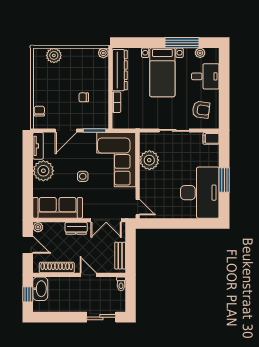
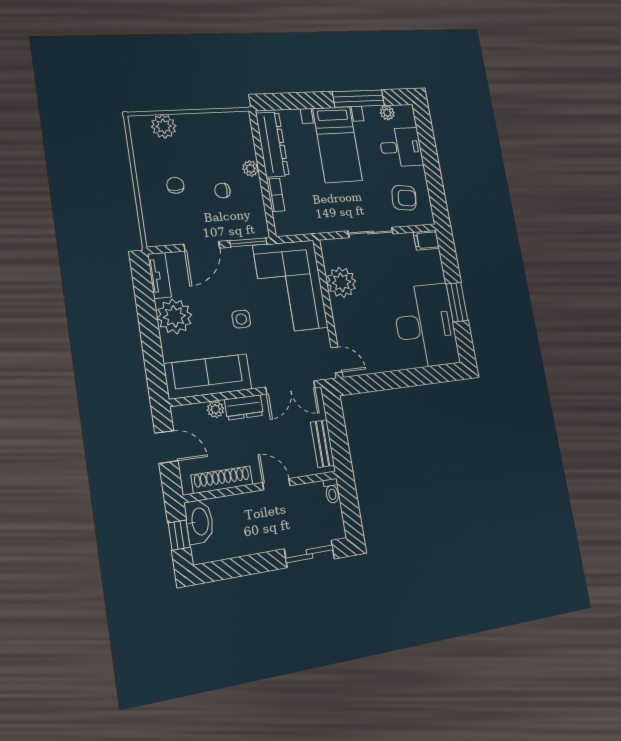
plant: (103, 53) -> (250, 168), moved
chair: (39, 111) -> (175, 185), moved
plant: (38, 227) -> (216, 409), moved

